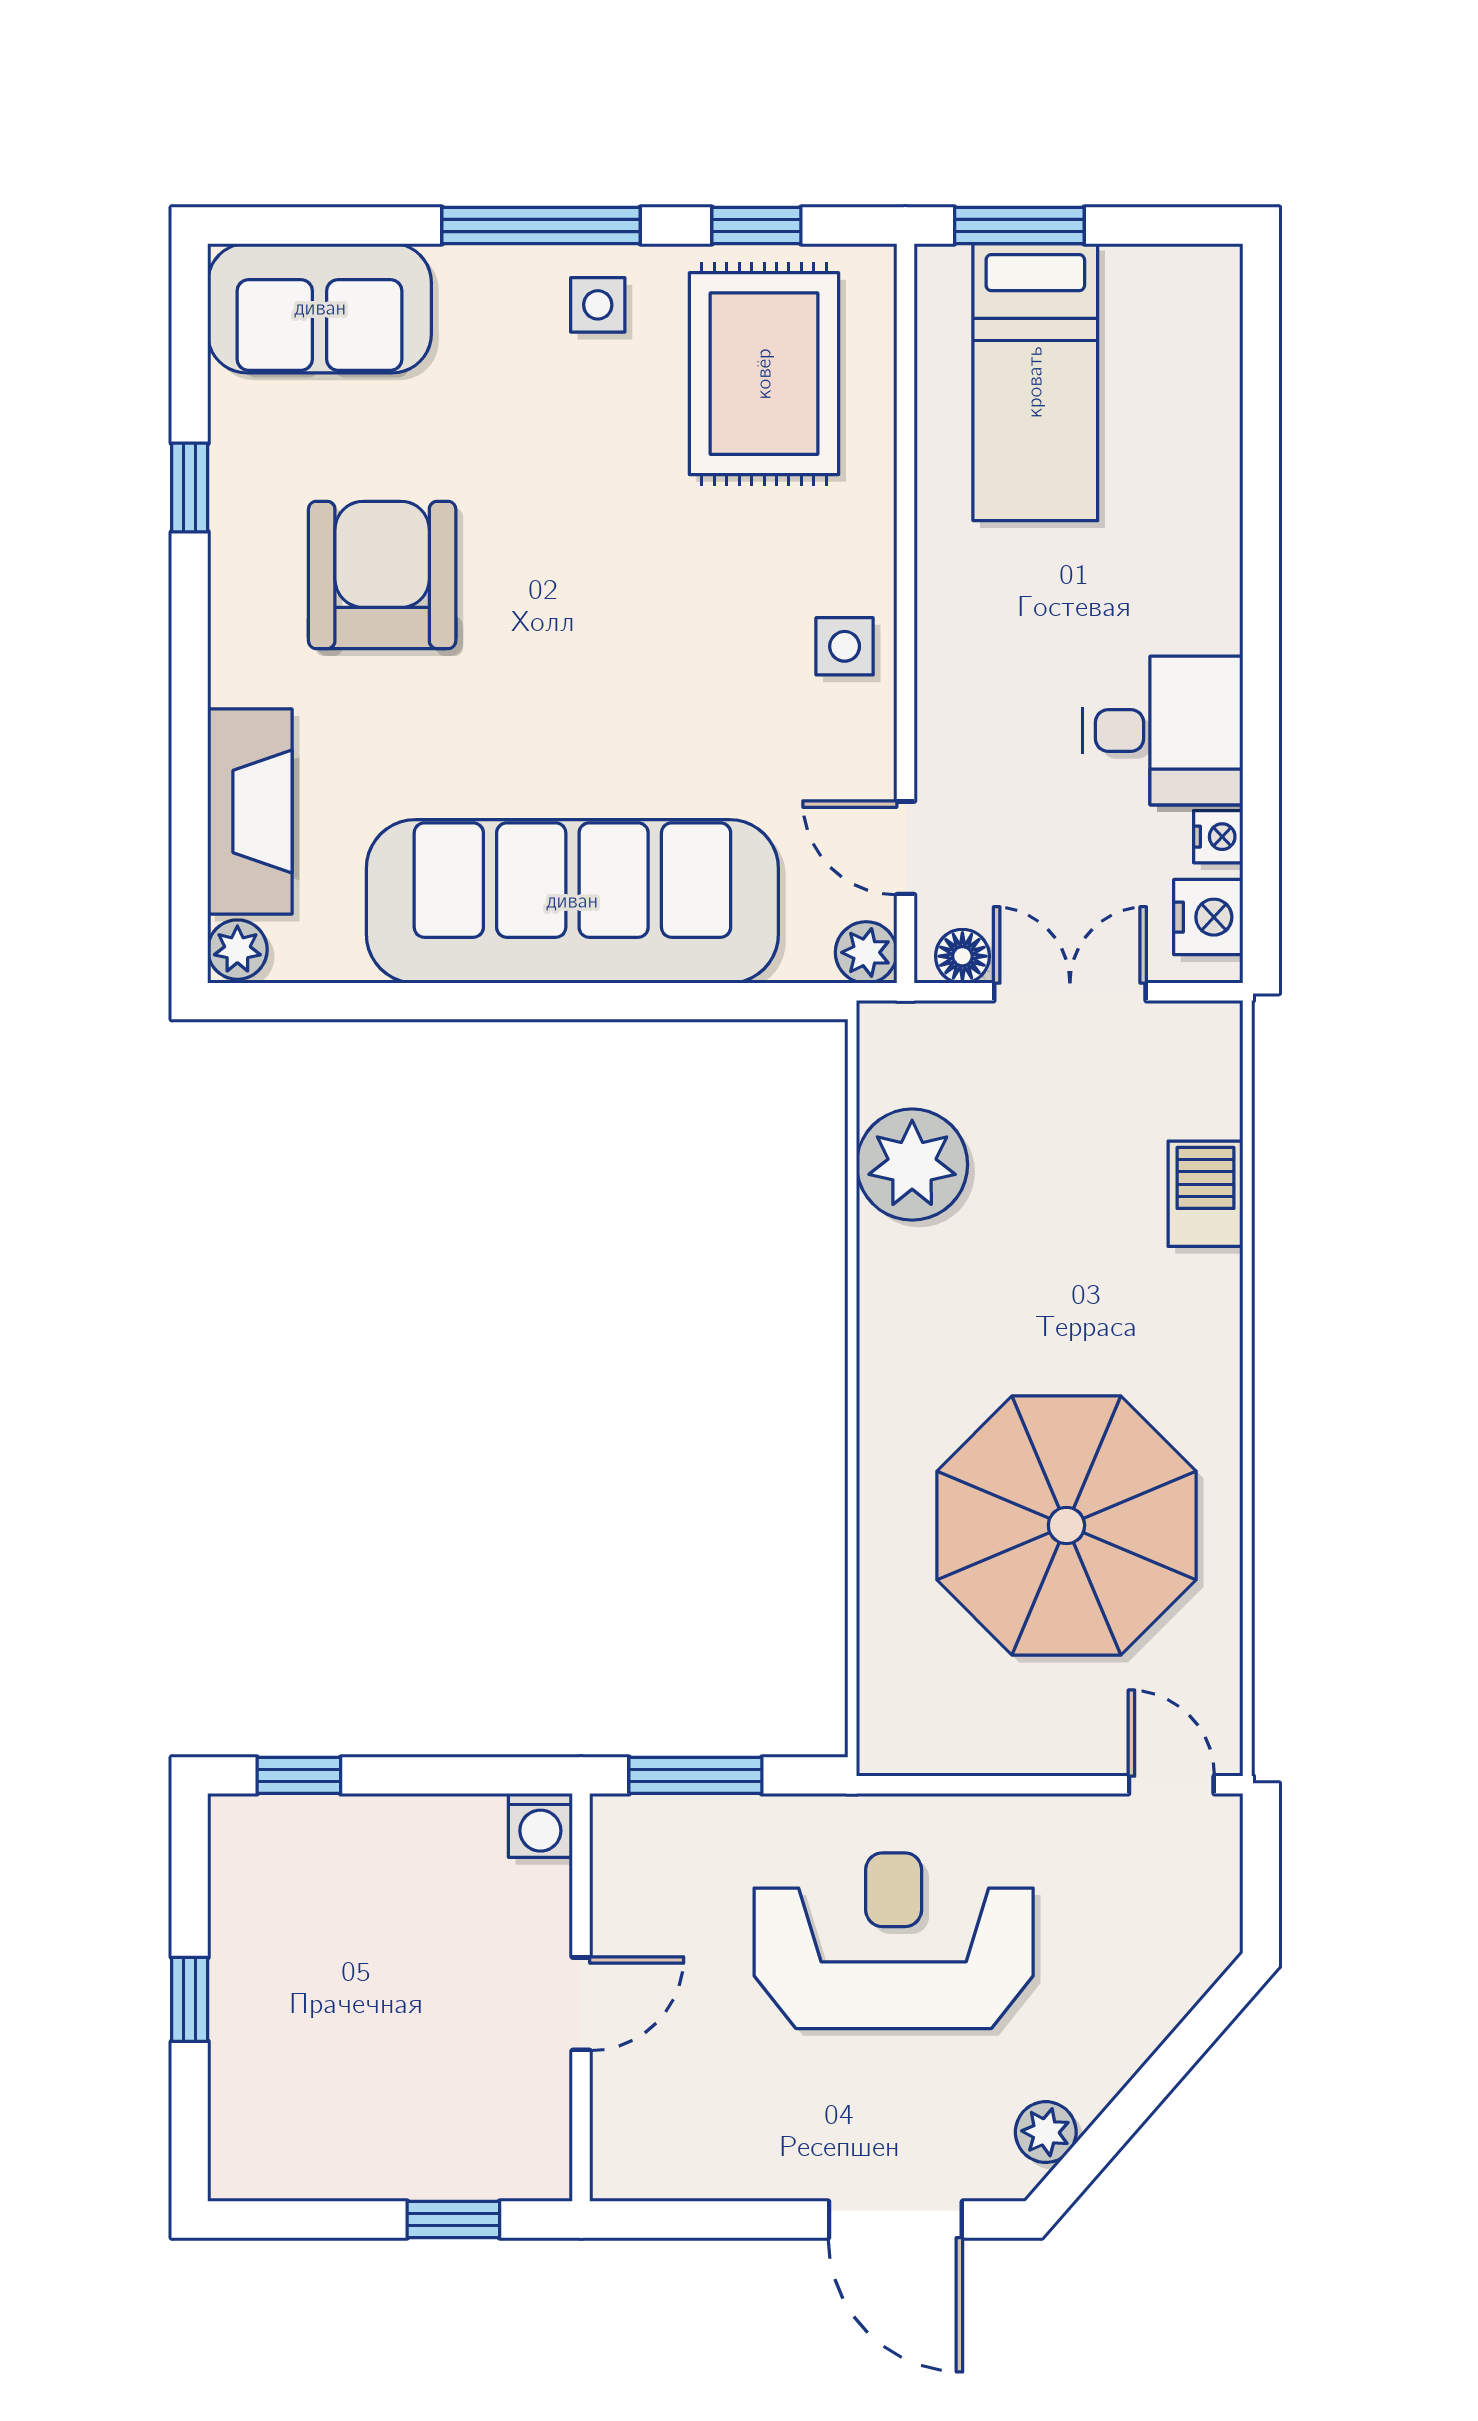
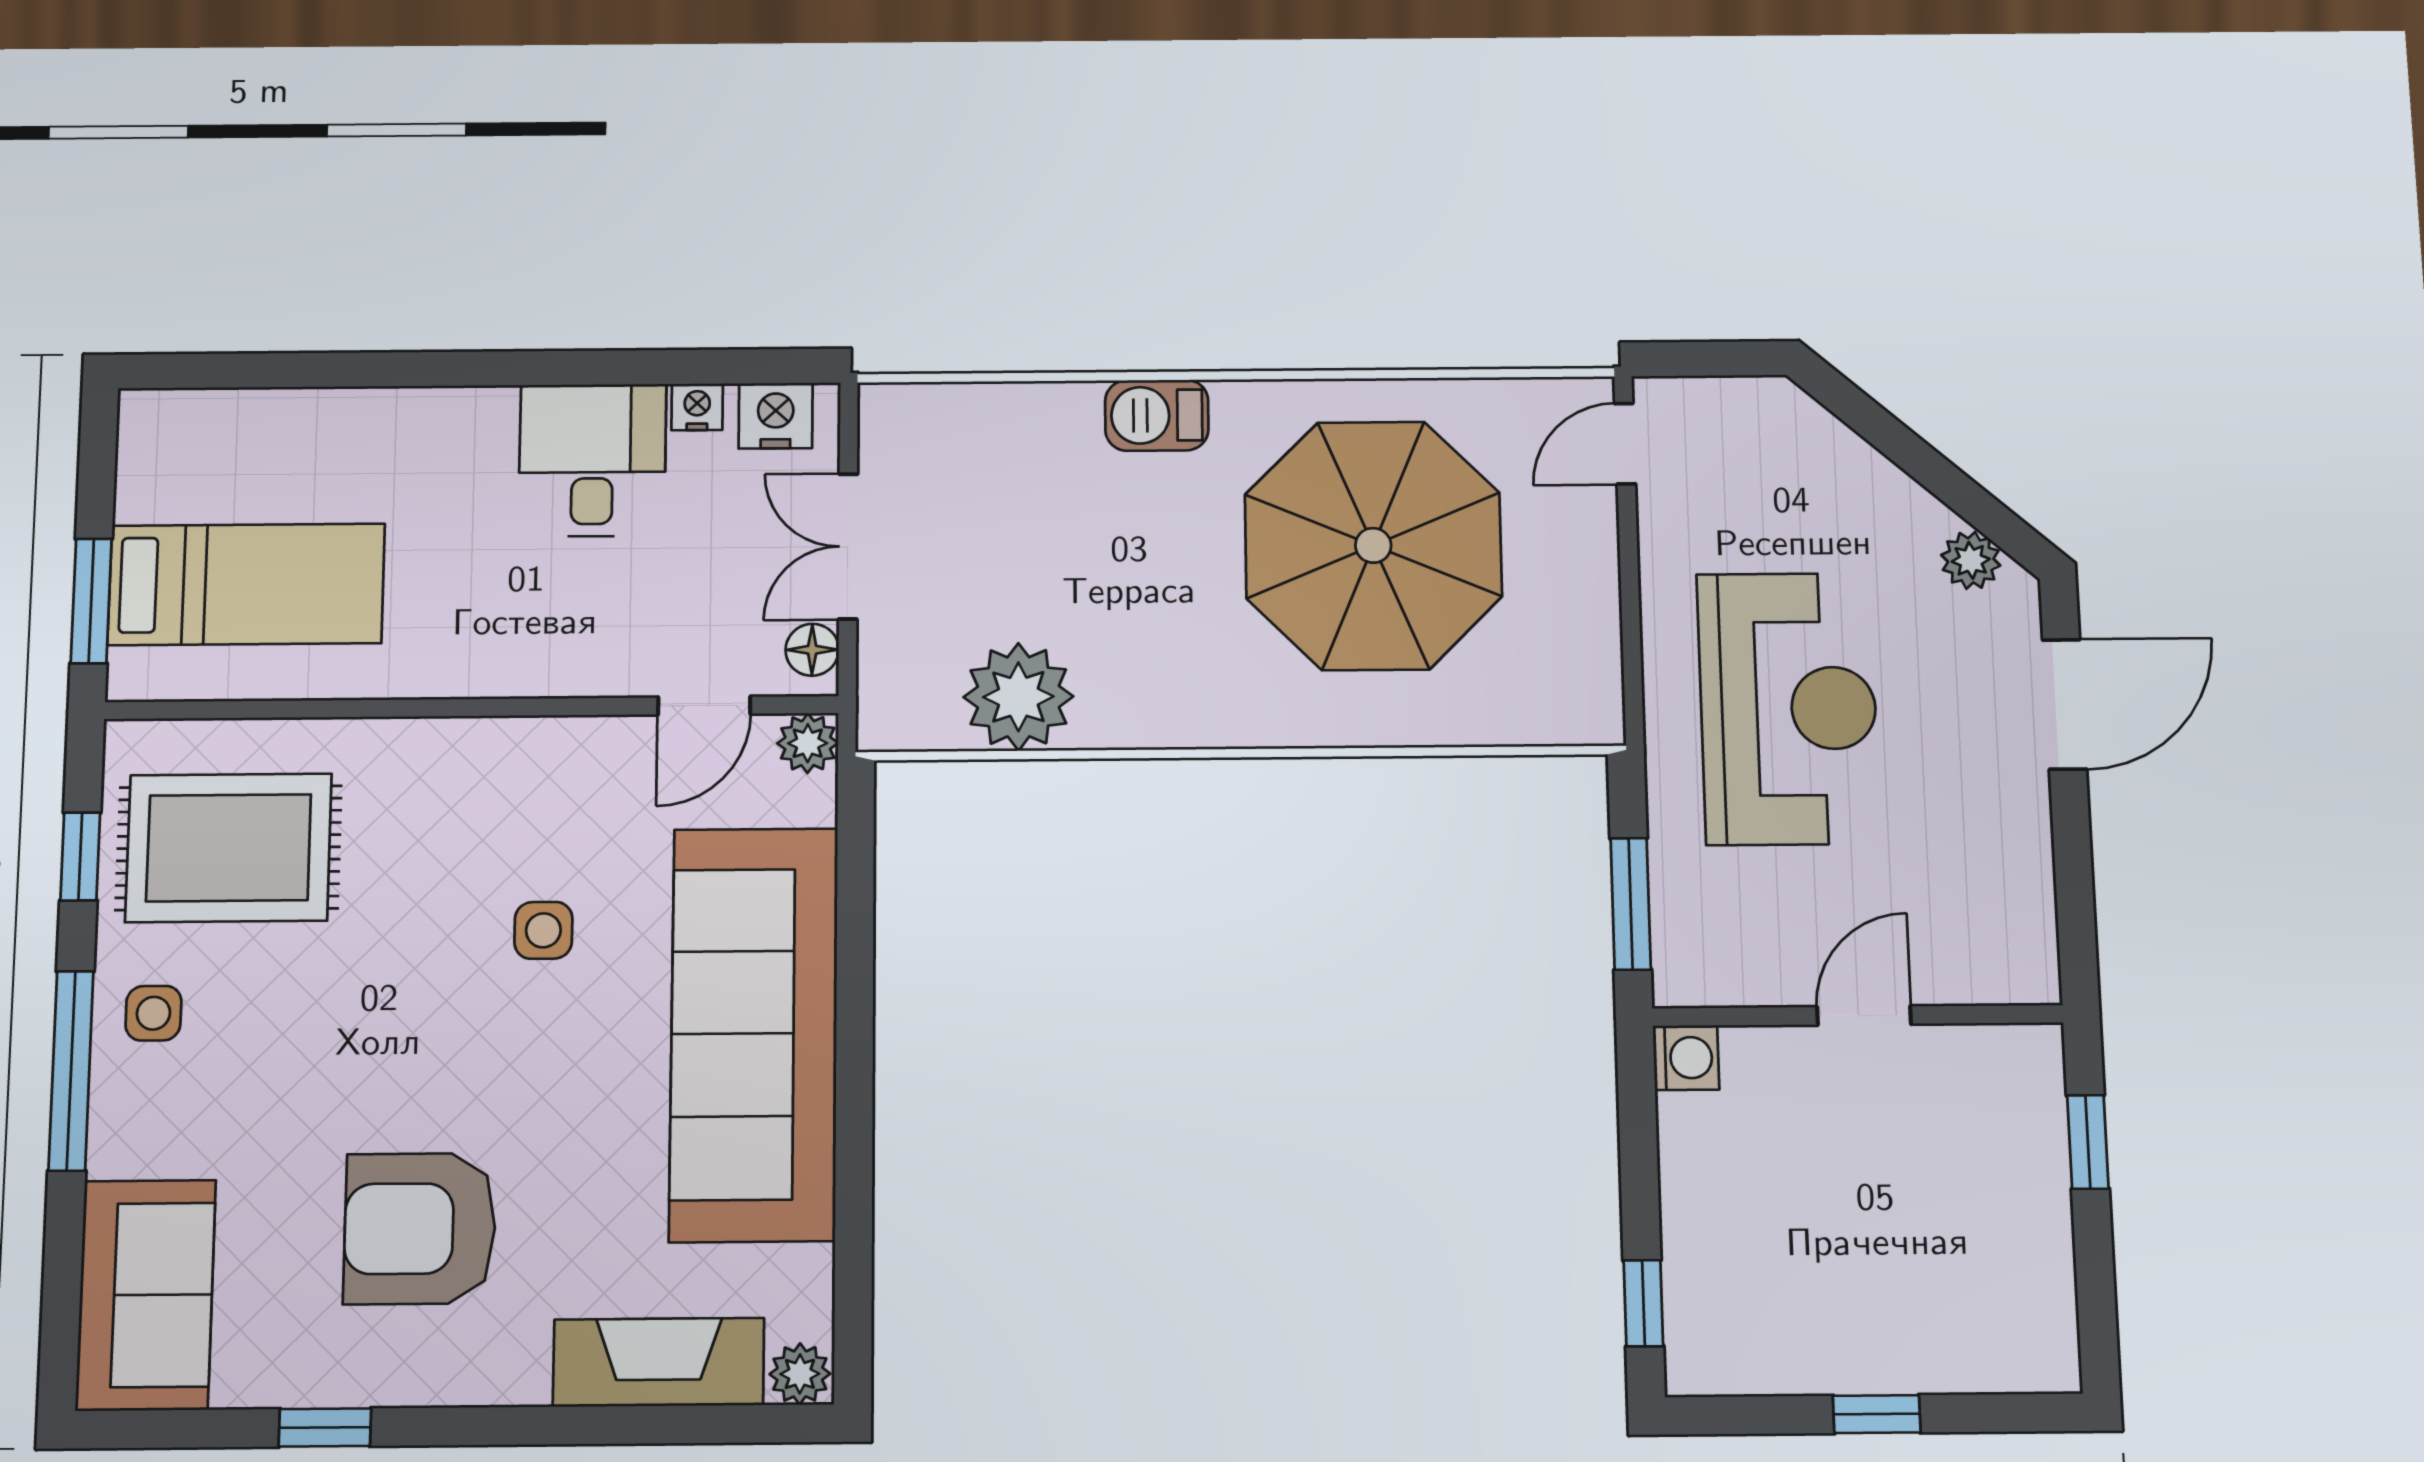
side table: (845, 646) -> (543, 930), moved
barbecue: (1205, 1194) -> (1157, 415), moved
reception desk: (894, 1941) -> (1788, 708), turned 180
door: (581, 2004) -> (1864, 1015), hinge flipped

